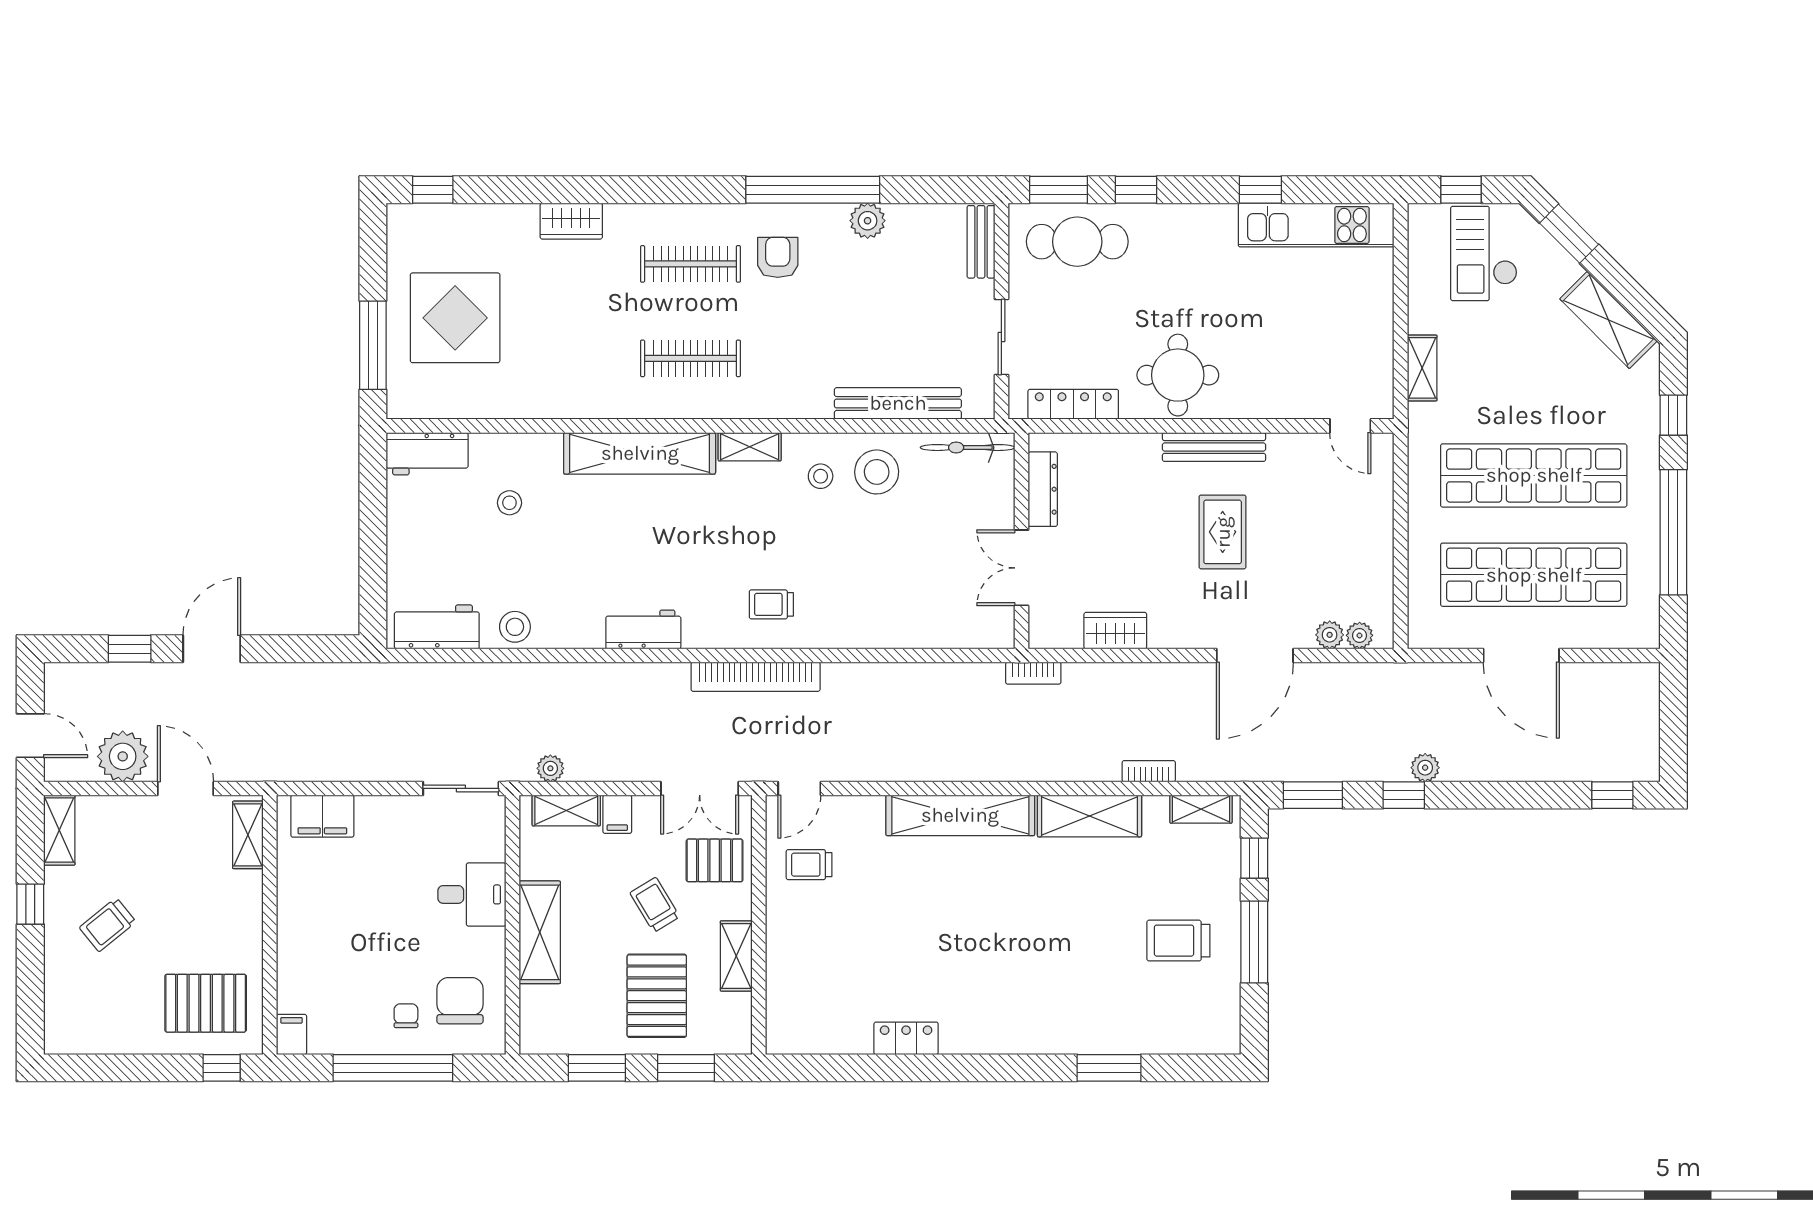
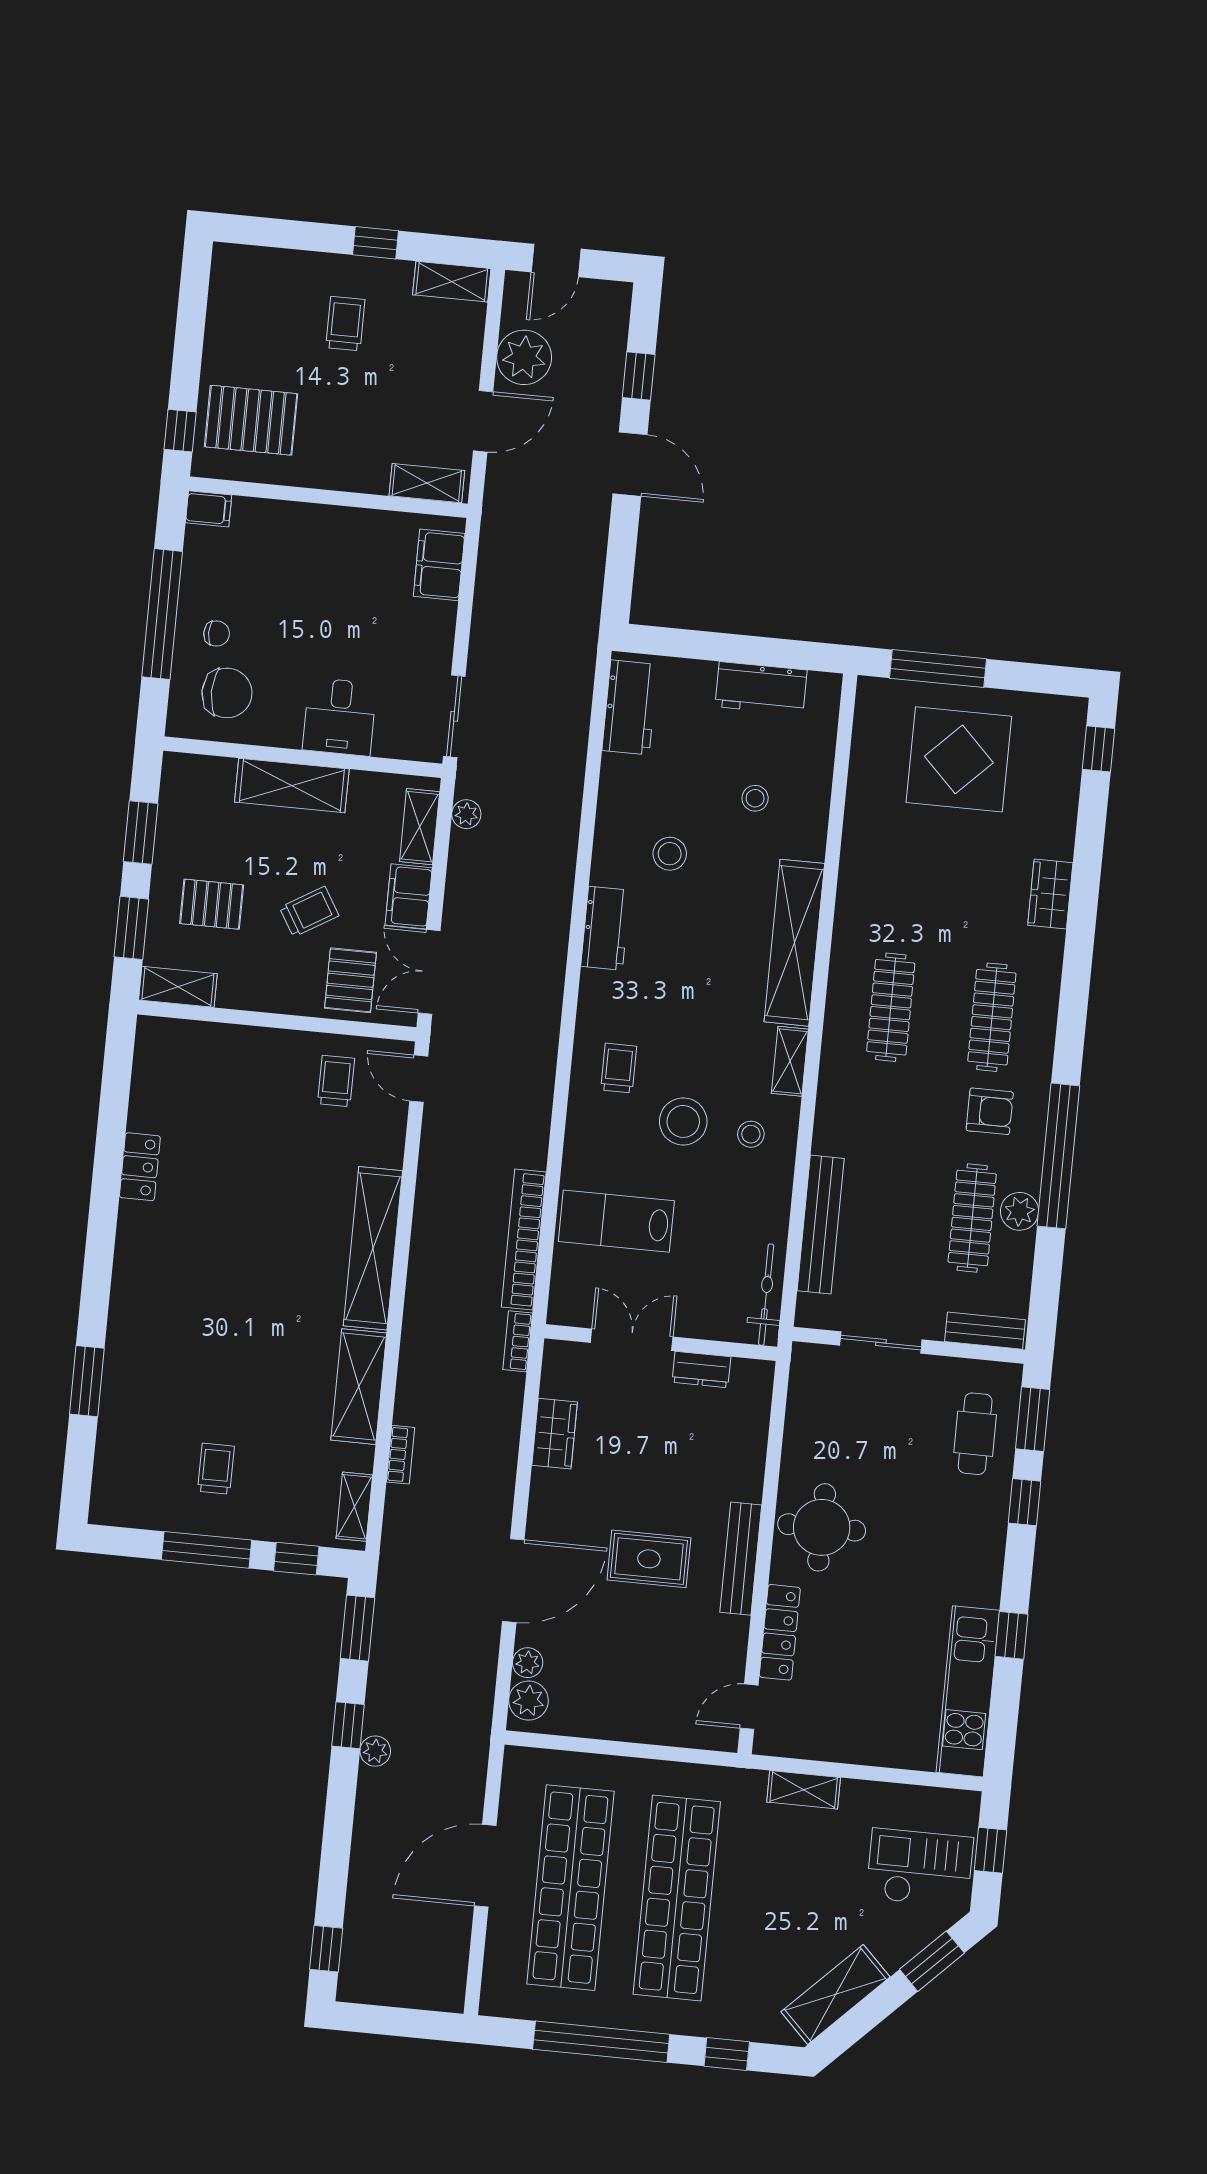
cafe table: (1077, 242) -> (975, 1434), width x0.73, depth x0.74
clothes rail: (878, 264) -> (972, 1218), added
locker: (1073, 404) -> (780, 1632), moved
workbench: (427, 454) -> (761, 688), moved, turned -90
stool: (877, 472) -> (683, 1121), moved
dresser: (1043, 489) -> (701, 1370), width x0.70
lab bench: (913, 593) -> (616, 1221), added
stool: (515, 627) -> (670, 854), moved
plant: (1360, 635) -> (529, 1701), width x1.38, depth x1.38
door: (1255, 655) -> (513, 1581), swing flipped
bookcase: (756, 677) -> (524, 1239), moved
filing cabinet: (617, 814) -> (409, 896), width x2.00
trolley: (108, 925) -> (345, 324), turned 39
trolley: (1178, 941) -> (216, 1469), width x0.73, depth x0.72
shelving: (736, 956) -> (178, 987), moved
pallet: (657, 996) -> (212, 904), width x0.67, depth x0.71
pallet: (206, 1003) -> (251, 420), turned 90

